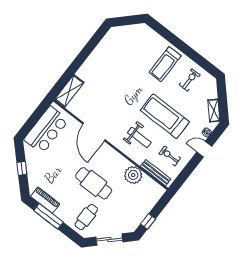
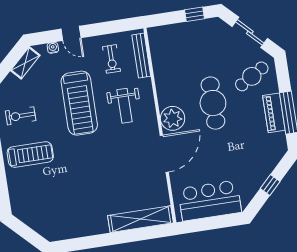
shelving: (69, 91) -> (141, 219), width x1.47
weight bench: (139, 137) -> (125, 106), turned 180
plant: (133, 175) -> (173, 118), moved
piano: (45, 200) -> (274, 113), moved
cafe table: (86, 217) -> (252, 76), turned -31

